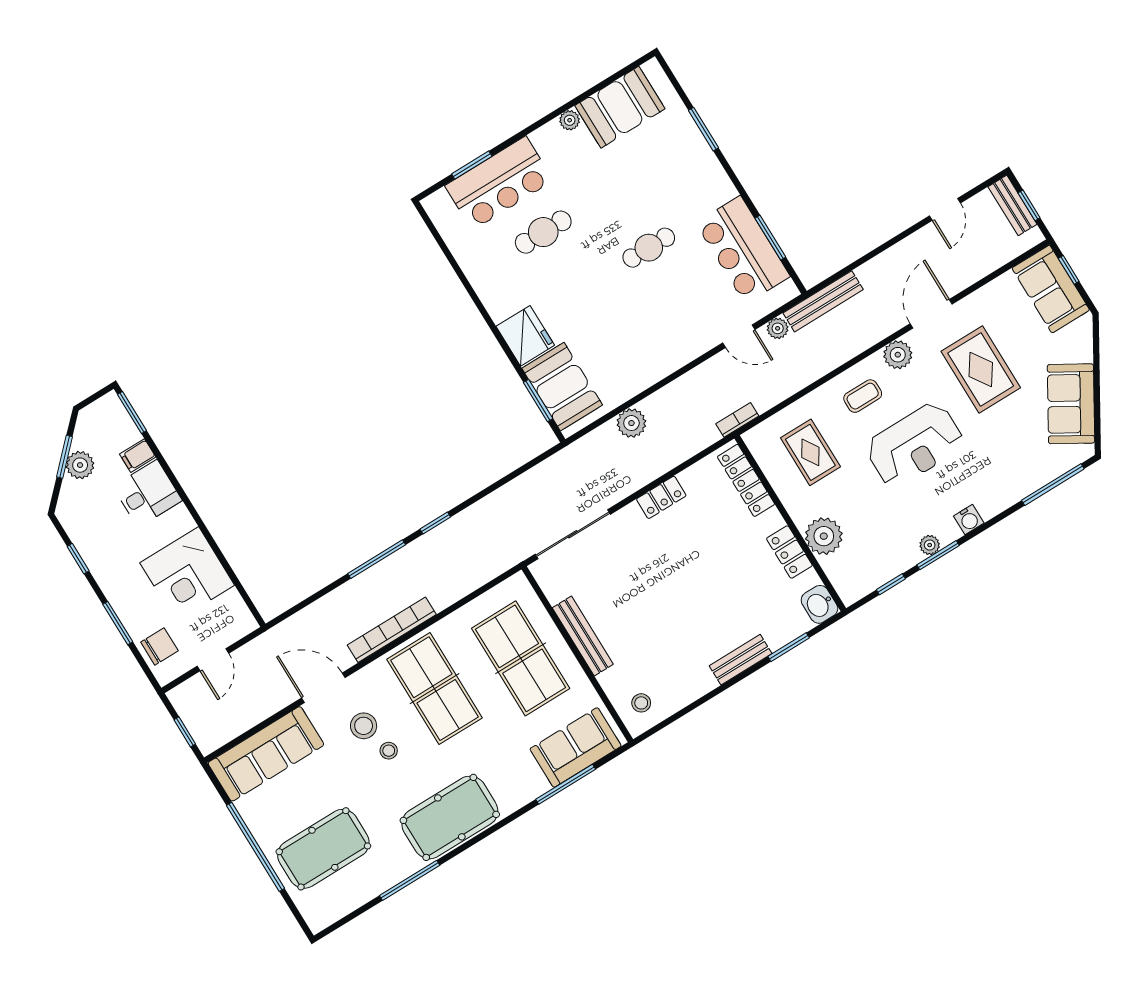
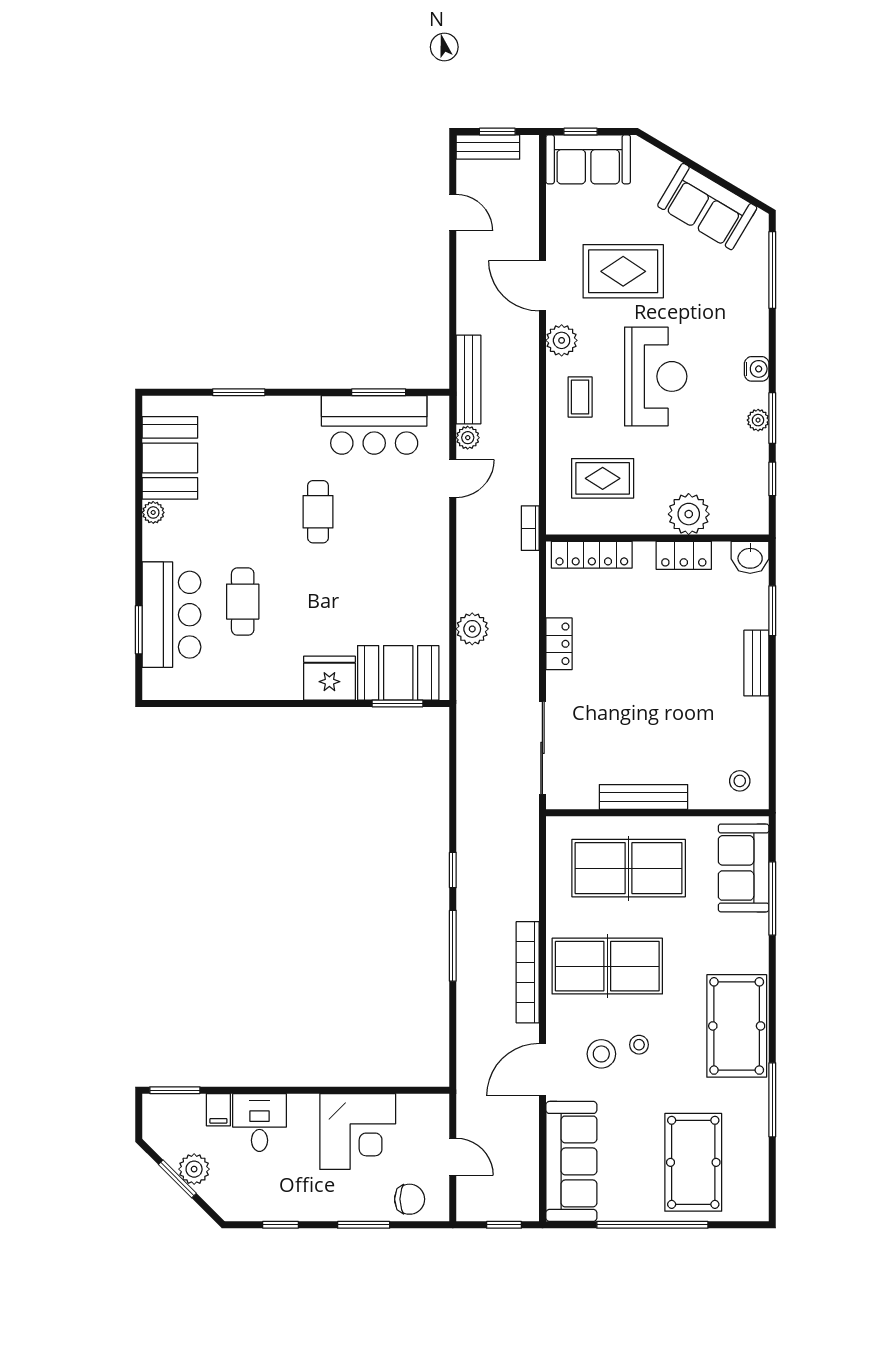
chair: (159, 646) -> (410, 1199), turned 90

